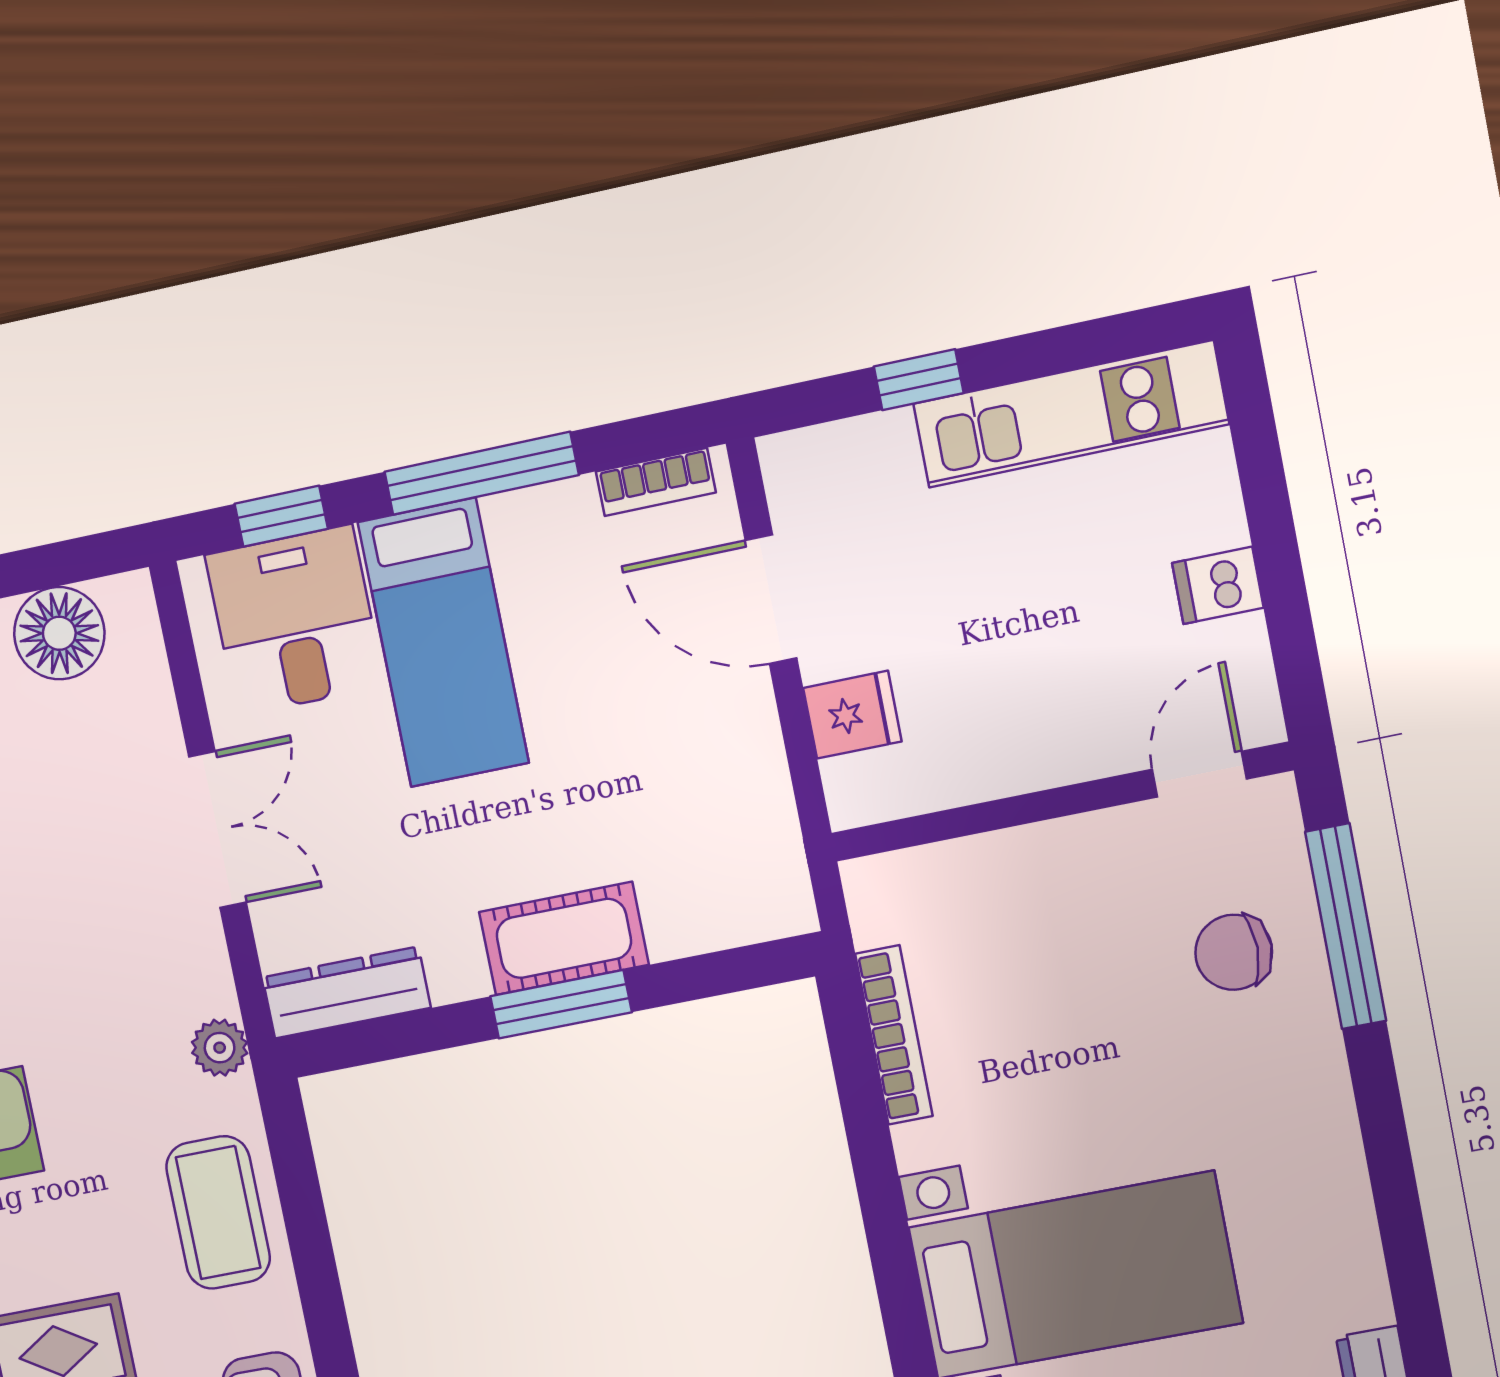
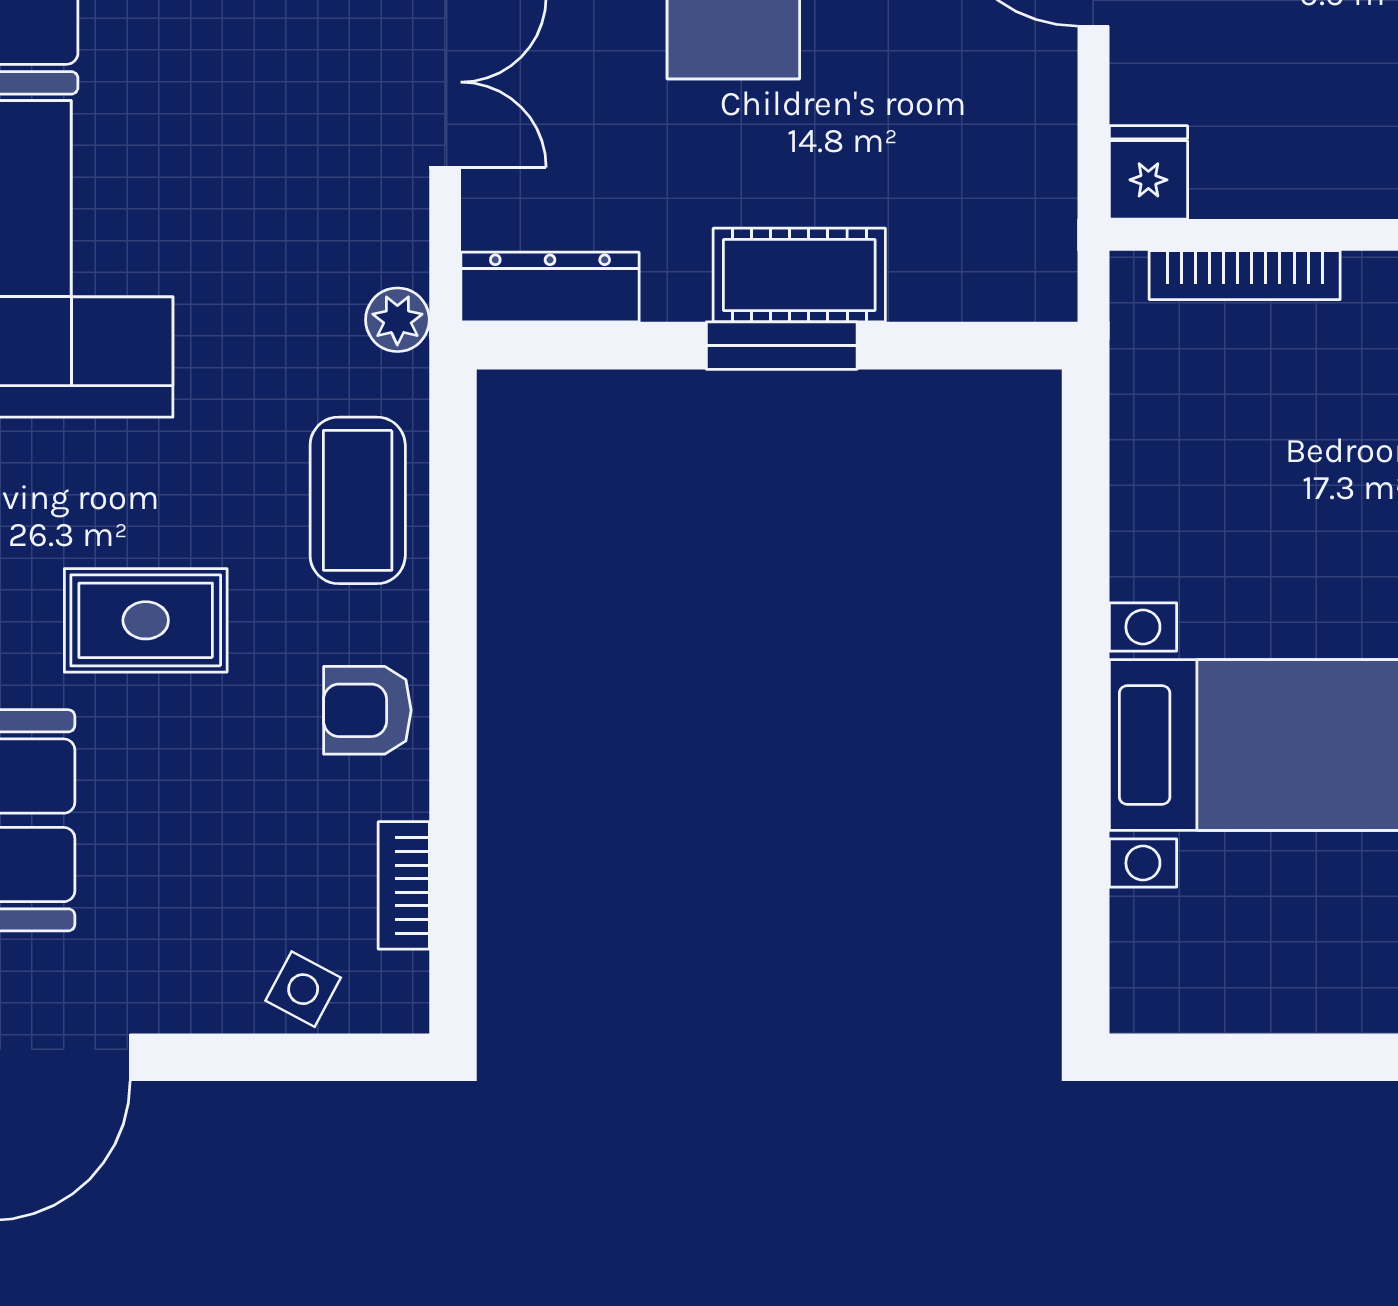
fridge: (852, 715) -> (1148, 172), moved, turned -90
bookcase: (894, 1035) -> (1245, 275), moved, turned 90

